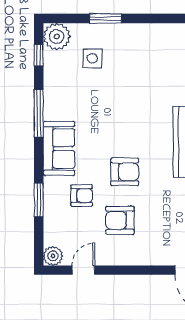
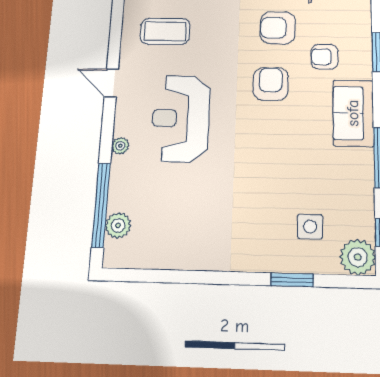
armchair: (125, 172) -> (271, 84), turned 90
armchair: (120, 220) -> (278, 28), turned 180

